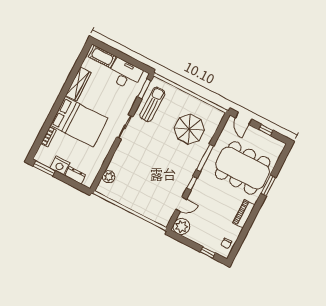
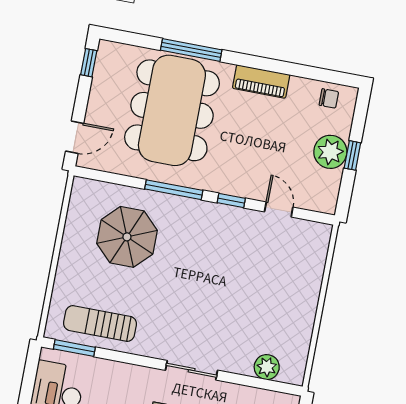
sliding door: (125, 127) -> (192, 370), moved
window: (266, 130) -> (89, 63), moved
window: (268, 185) -> (191, 50), width x1.44
plant: (181, 227) -> (330, 152), moved
window: (208, 253) -> (352, 155), moved

